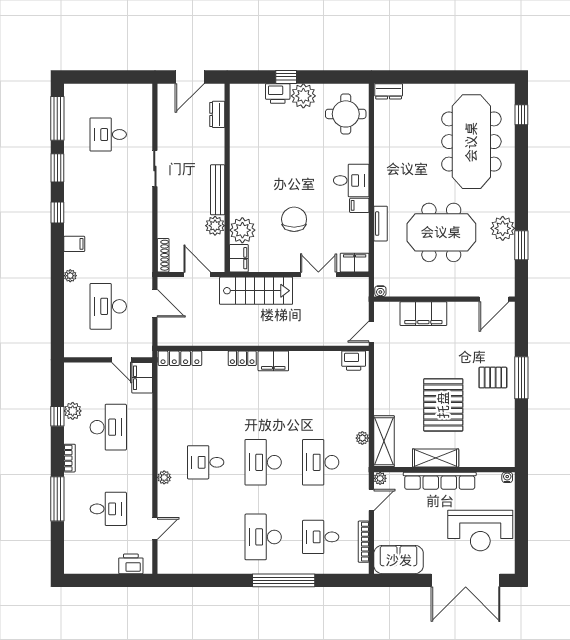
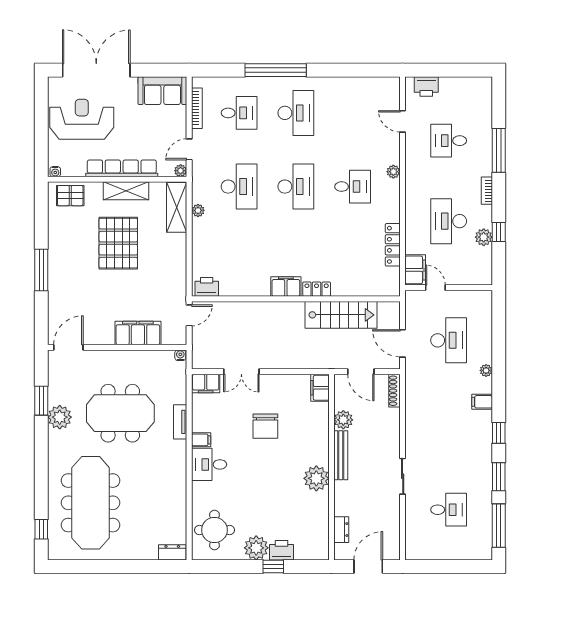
plant: (242, 230) -> (316, 478), moved
stairs: (256, 291) -> (341, 315), moved, turned 180
locker: (180, 358) -> (393, 245), moved, turned -90
pallet: (493, 378) -> (70, 196), moved
door: (155, 528) -> (403, 121), hinge flipped

